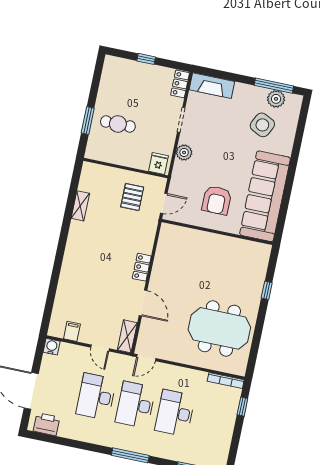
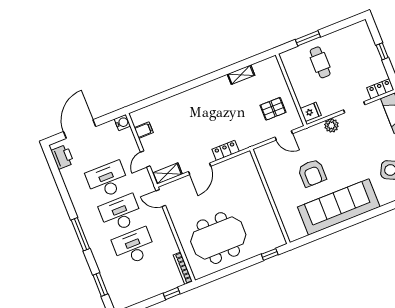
armchair: (217, 200) -> (312, 173), turned -90
wall: (217, 232) -> (270, 196), moved
meeting table: (219, 328) -> (218, 238), turned 90

